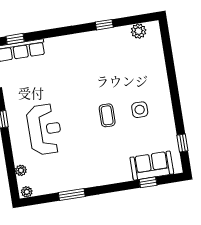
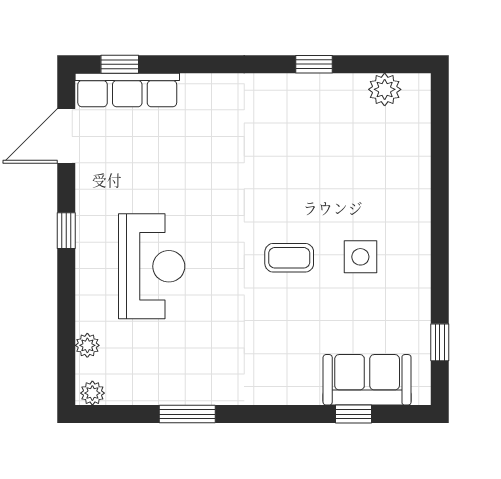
coffee table: (107, 115) -> (289, 258), turned 90

